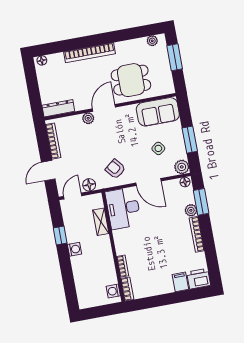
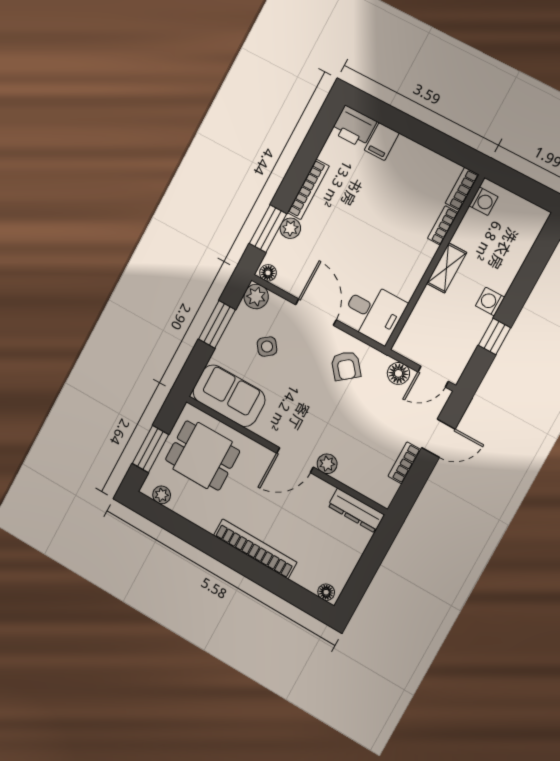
dining table: (131, 80) -> (203, 455), moved
bookcase: (53, 141) -> (404, 463), width x0.64
desk: (123, 208) -> (374, 312), width x0.73
shelving: (101, 222) -> (447, 268), moved

